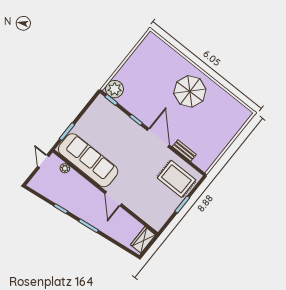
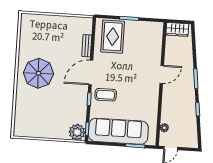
coffee table: (130, 137) -> (106, 95), added
sofa: (88, 160) -> (118, 131), moved, turned 90

